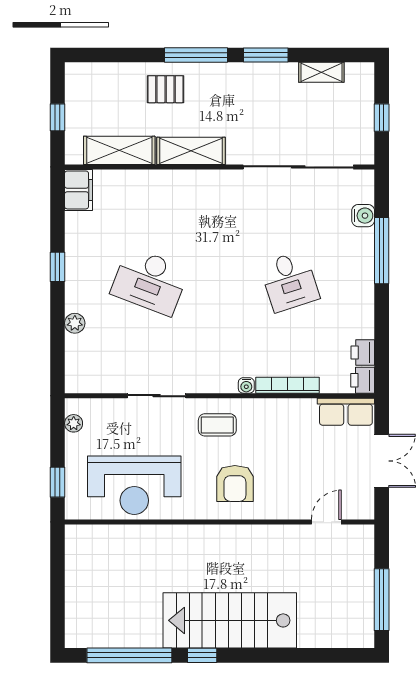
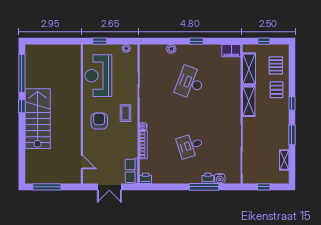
window: (196, 55) -> (292, 103), width x0.46
pallet: (111, 91) -> (276, 65), added
printer: (363, 352) -> (208, 178), moved
armchair: (235, 483) -> (99, 121), turned 90

